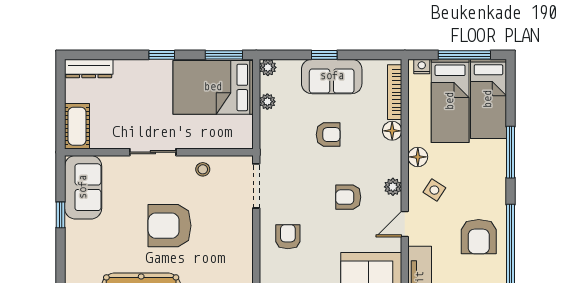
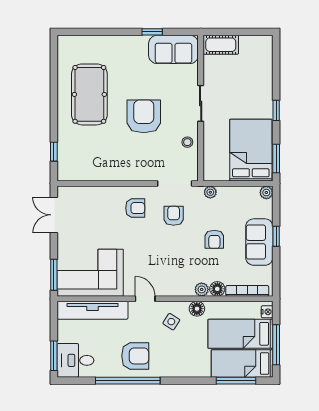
dresser: (89, 68) -> (266, 54), removed
plant: (267, 102) -> (210, 192), moved
window: (511, 152) -> (236, 381), moved
plant: (393, 187) -> (202, 289), moved
armchair: (348, 197) -> (174, 216), moved
armchair: (479, 237) -> (135, 356), turned 180

